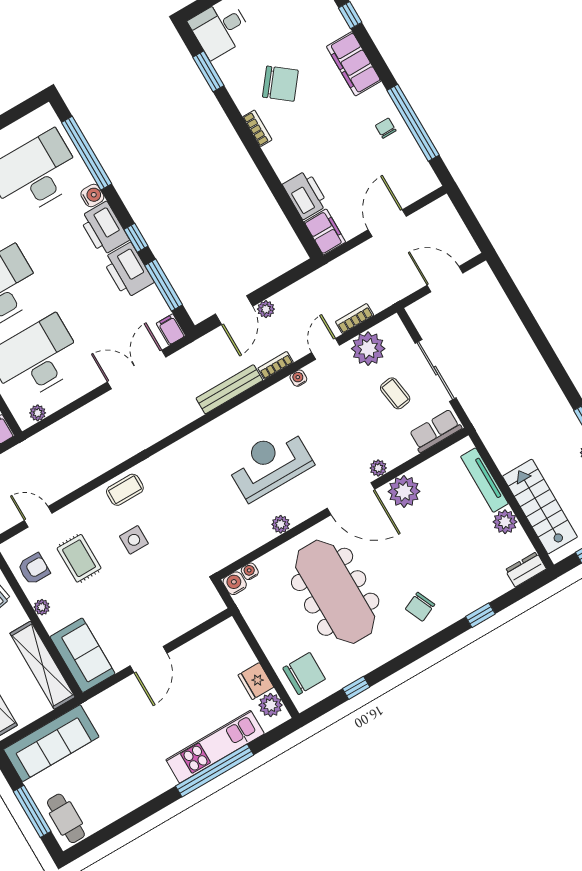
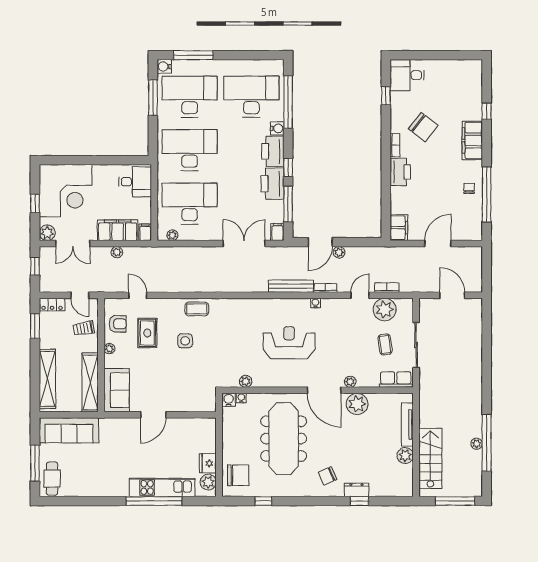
window: (208, 71) -> (386, 96), width x0.67
printer: (305, 195) -> (400, 172), moved
water cooler: (298, 378) -> (315, 303), moved
plant: (281, 524) -> (246, 381), moved
dresser: (526, 569) -> (357, 490), moved

